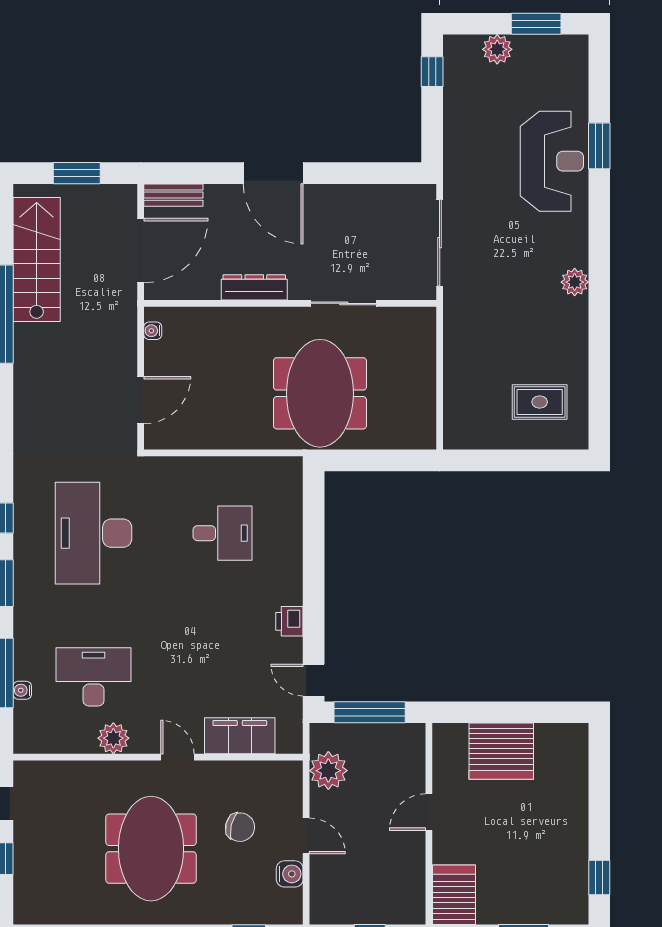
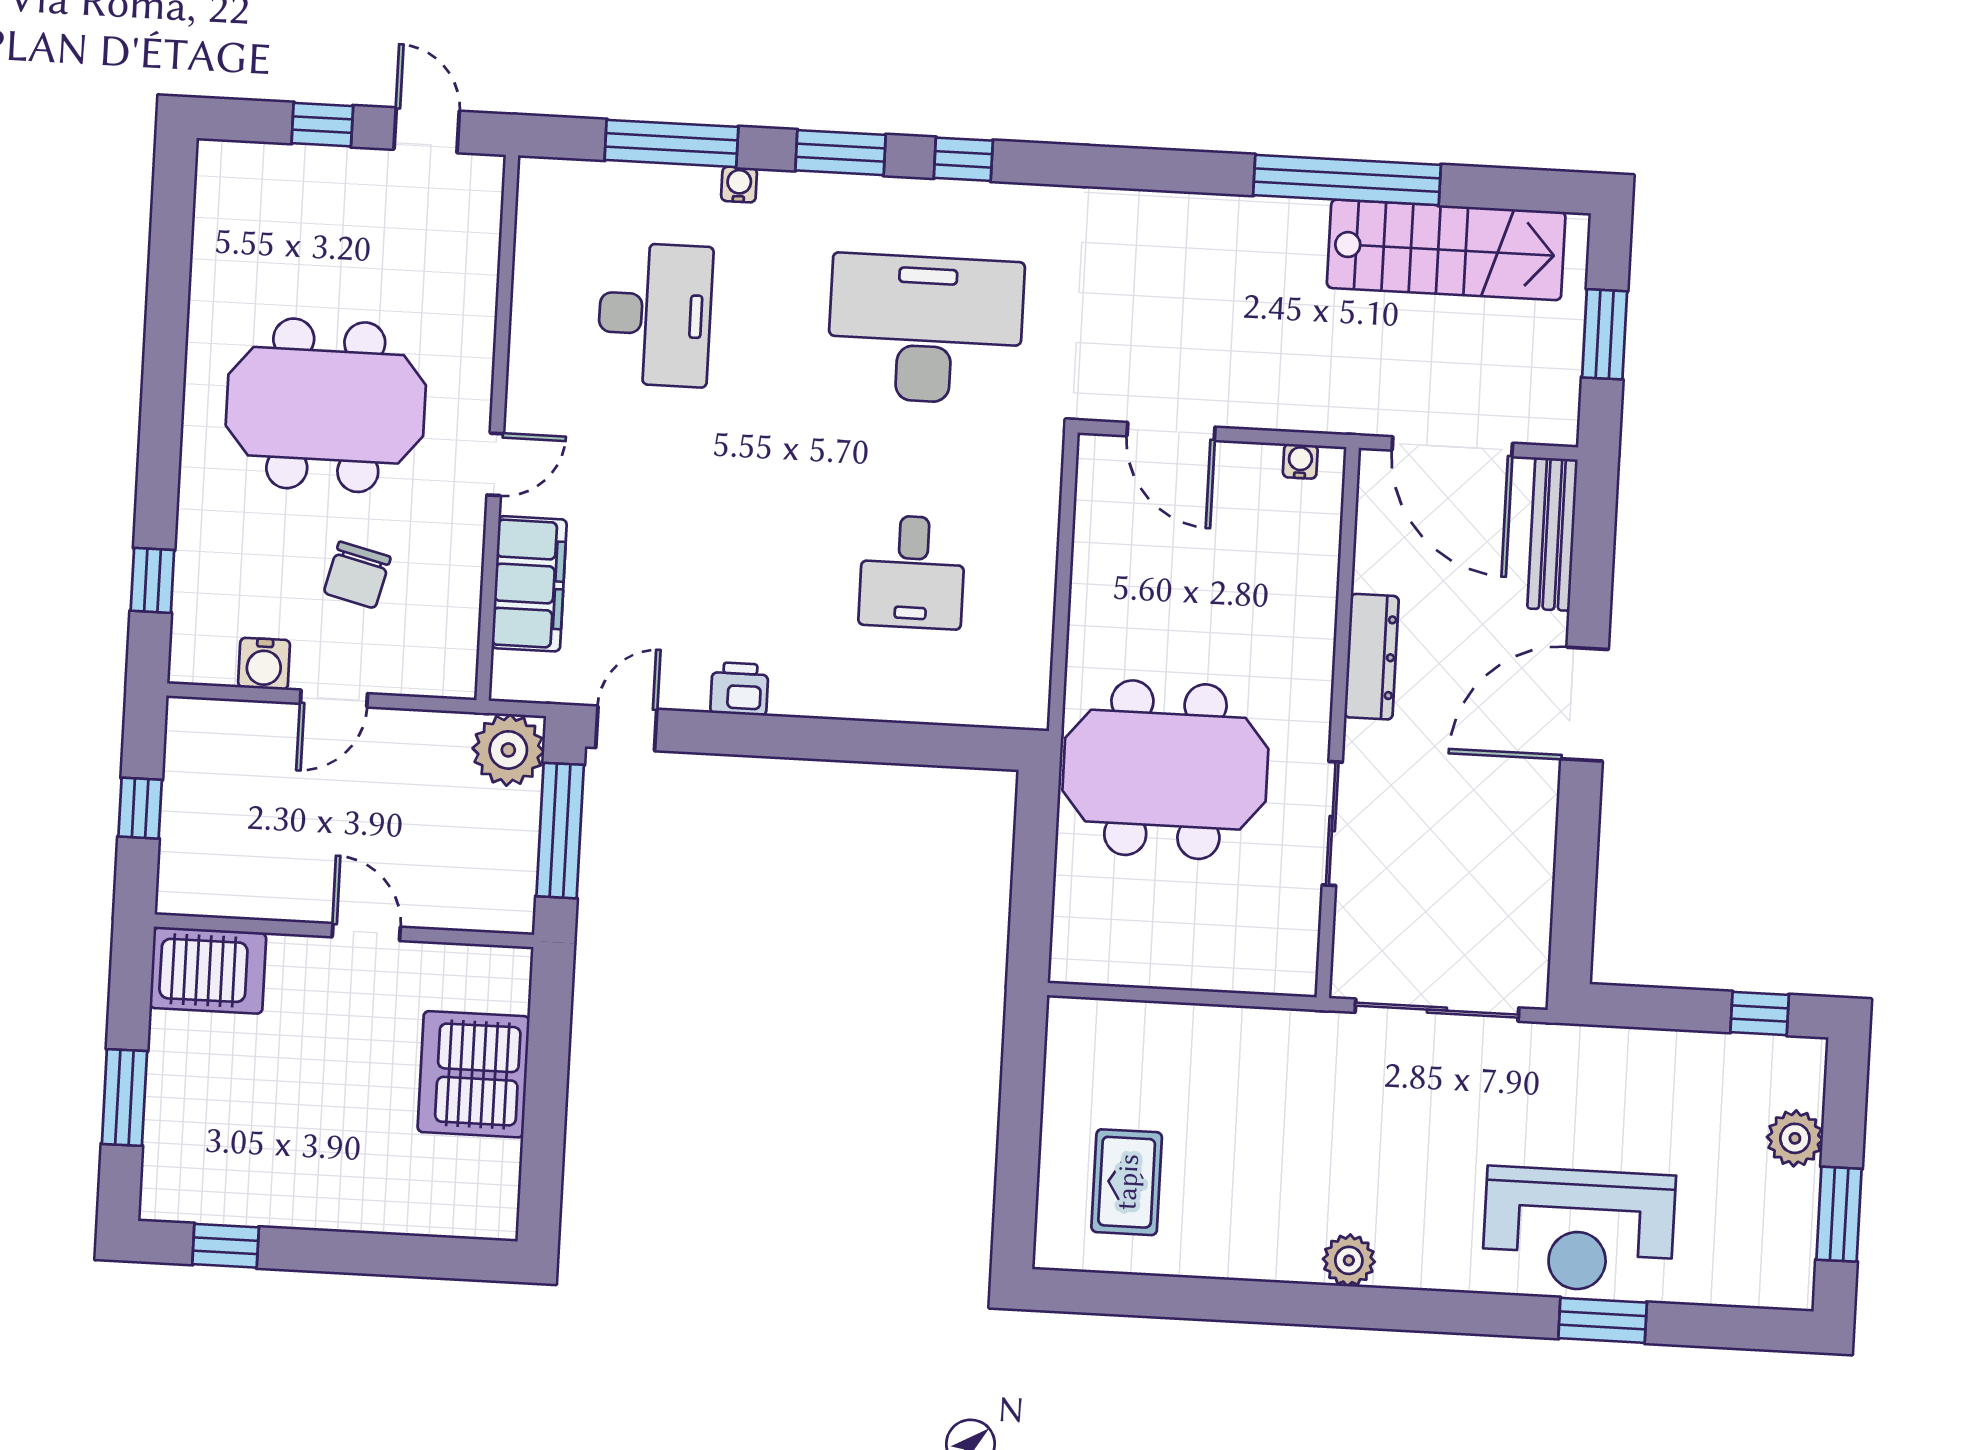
bench: (173, 195) -> (1552, 534), width x1.36
water cooler: (22, 690) -> (739, 185), moved
plant: (113, 738) -> (537, 346), removed
plant: (328, 771) -> (508, 750), moved

